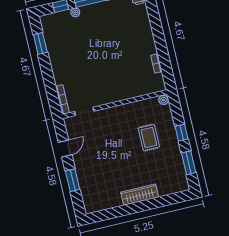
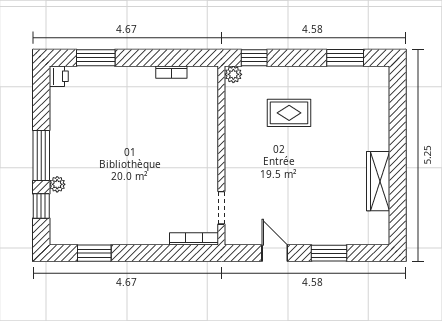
window: (154, 17) -> (96, 58), added
window: (182, 133) -> (254, 58), moved
wardrobe: (140, 195) -> (378, 181), moved

